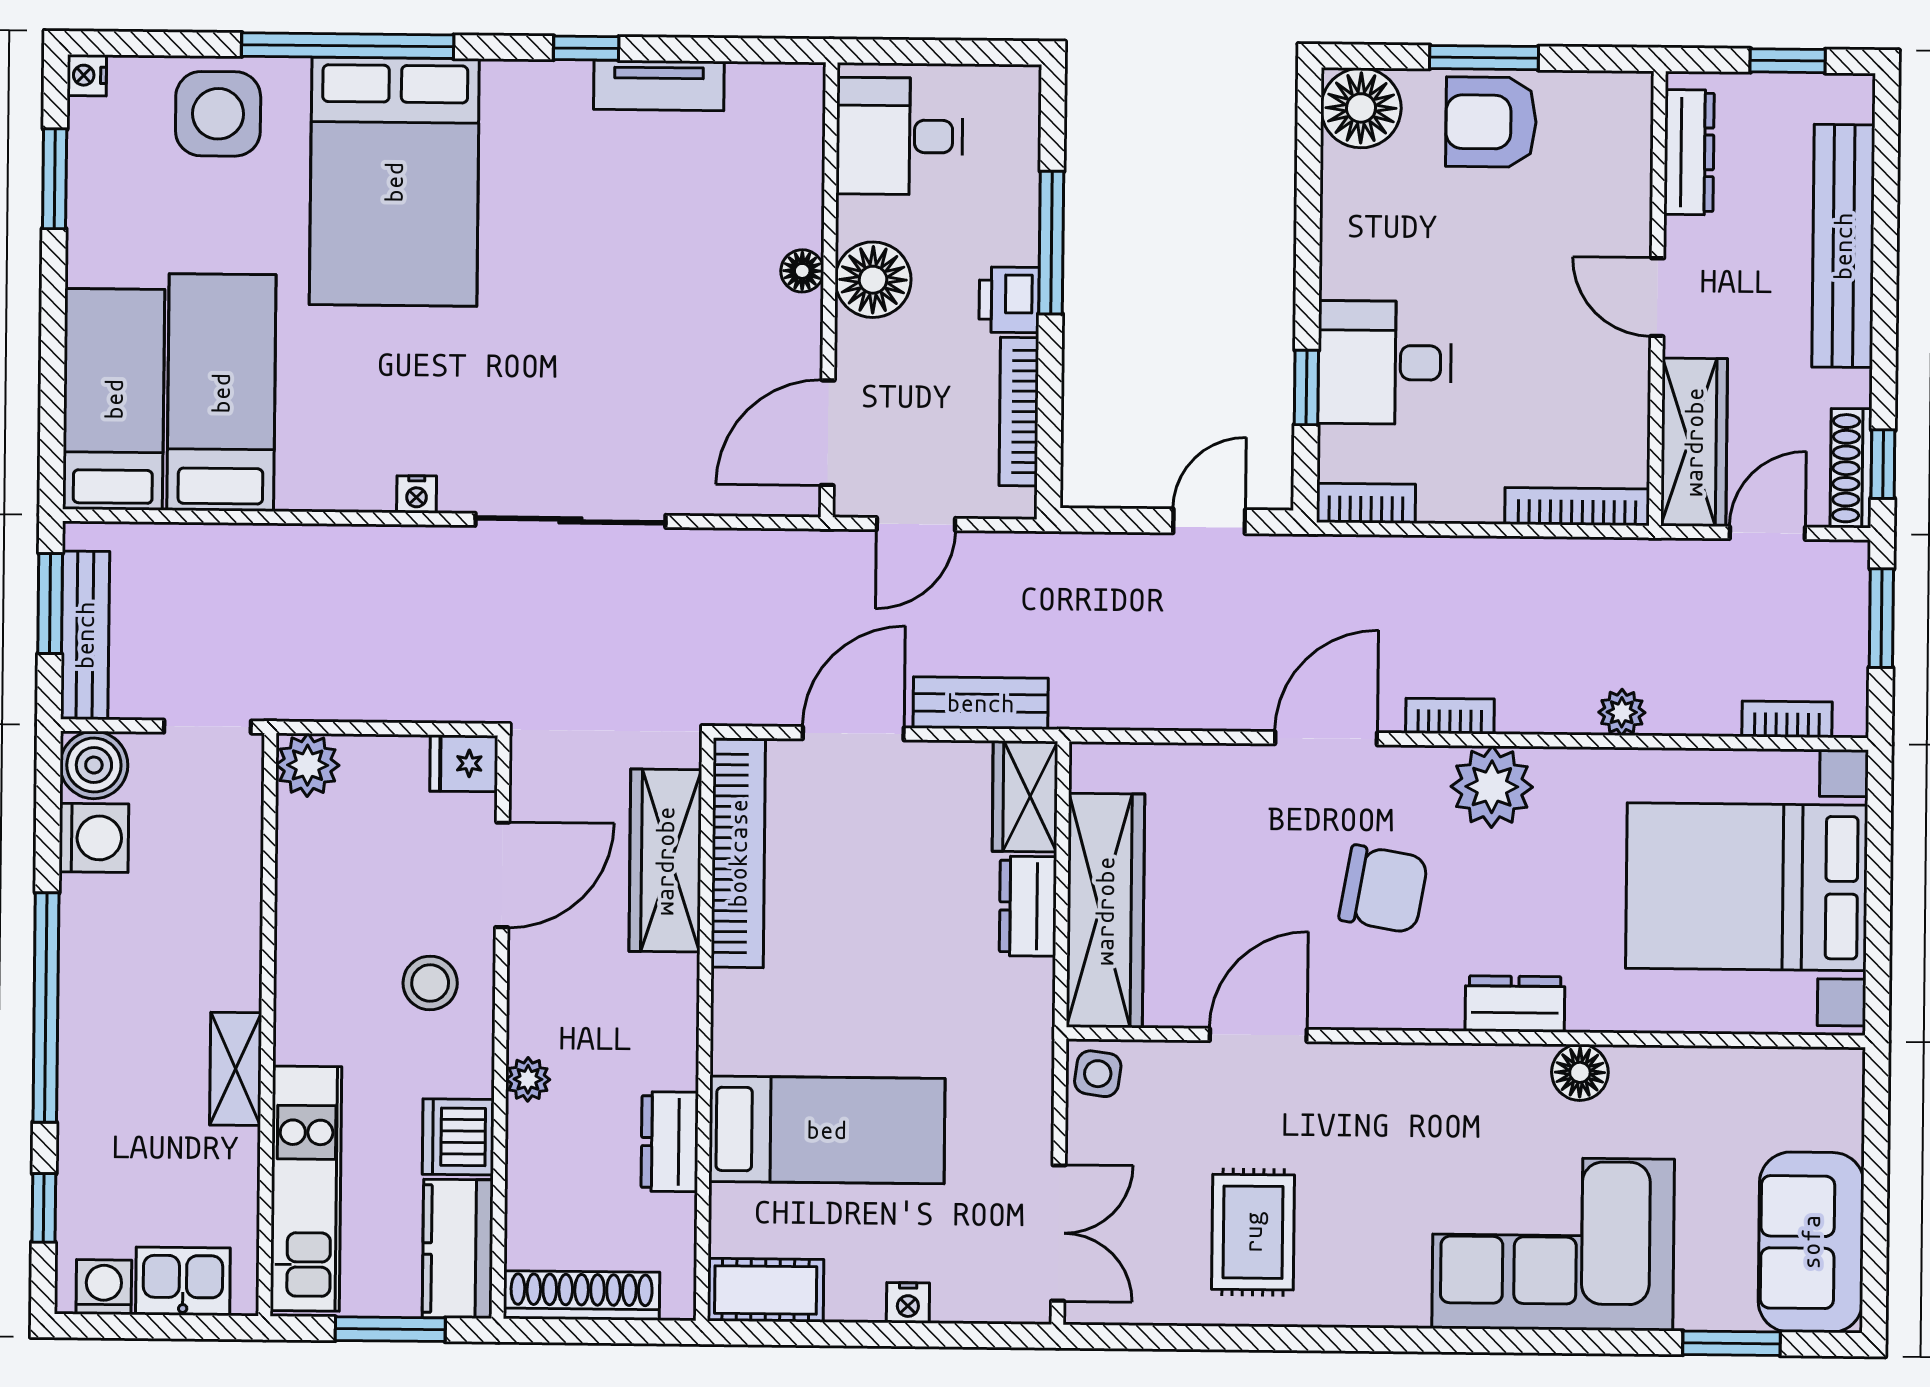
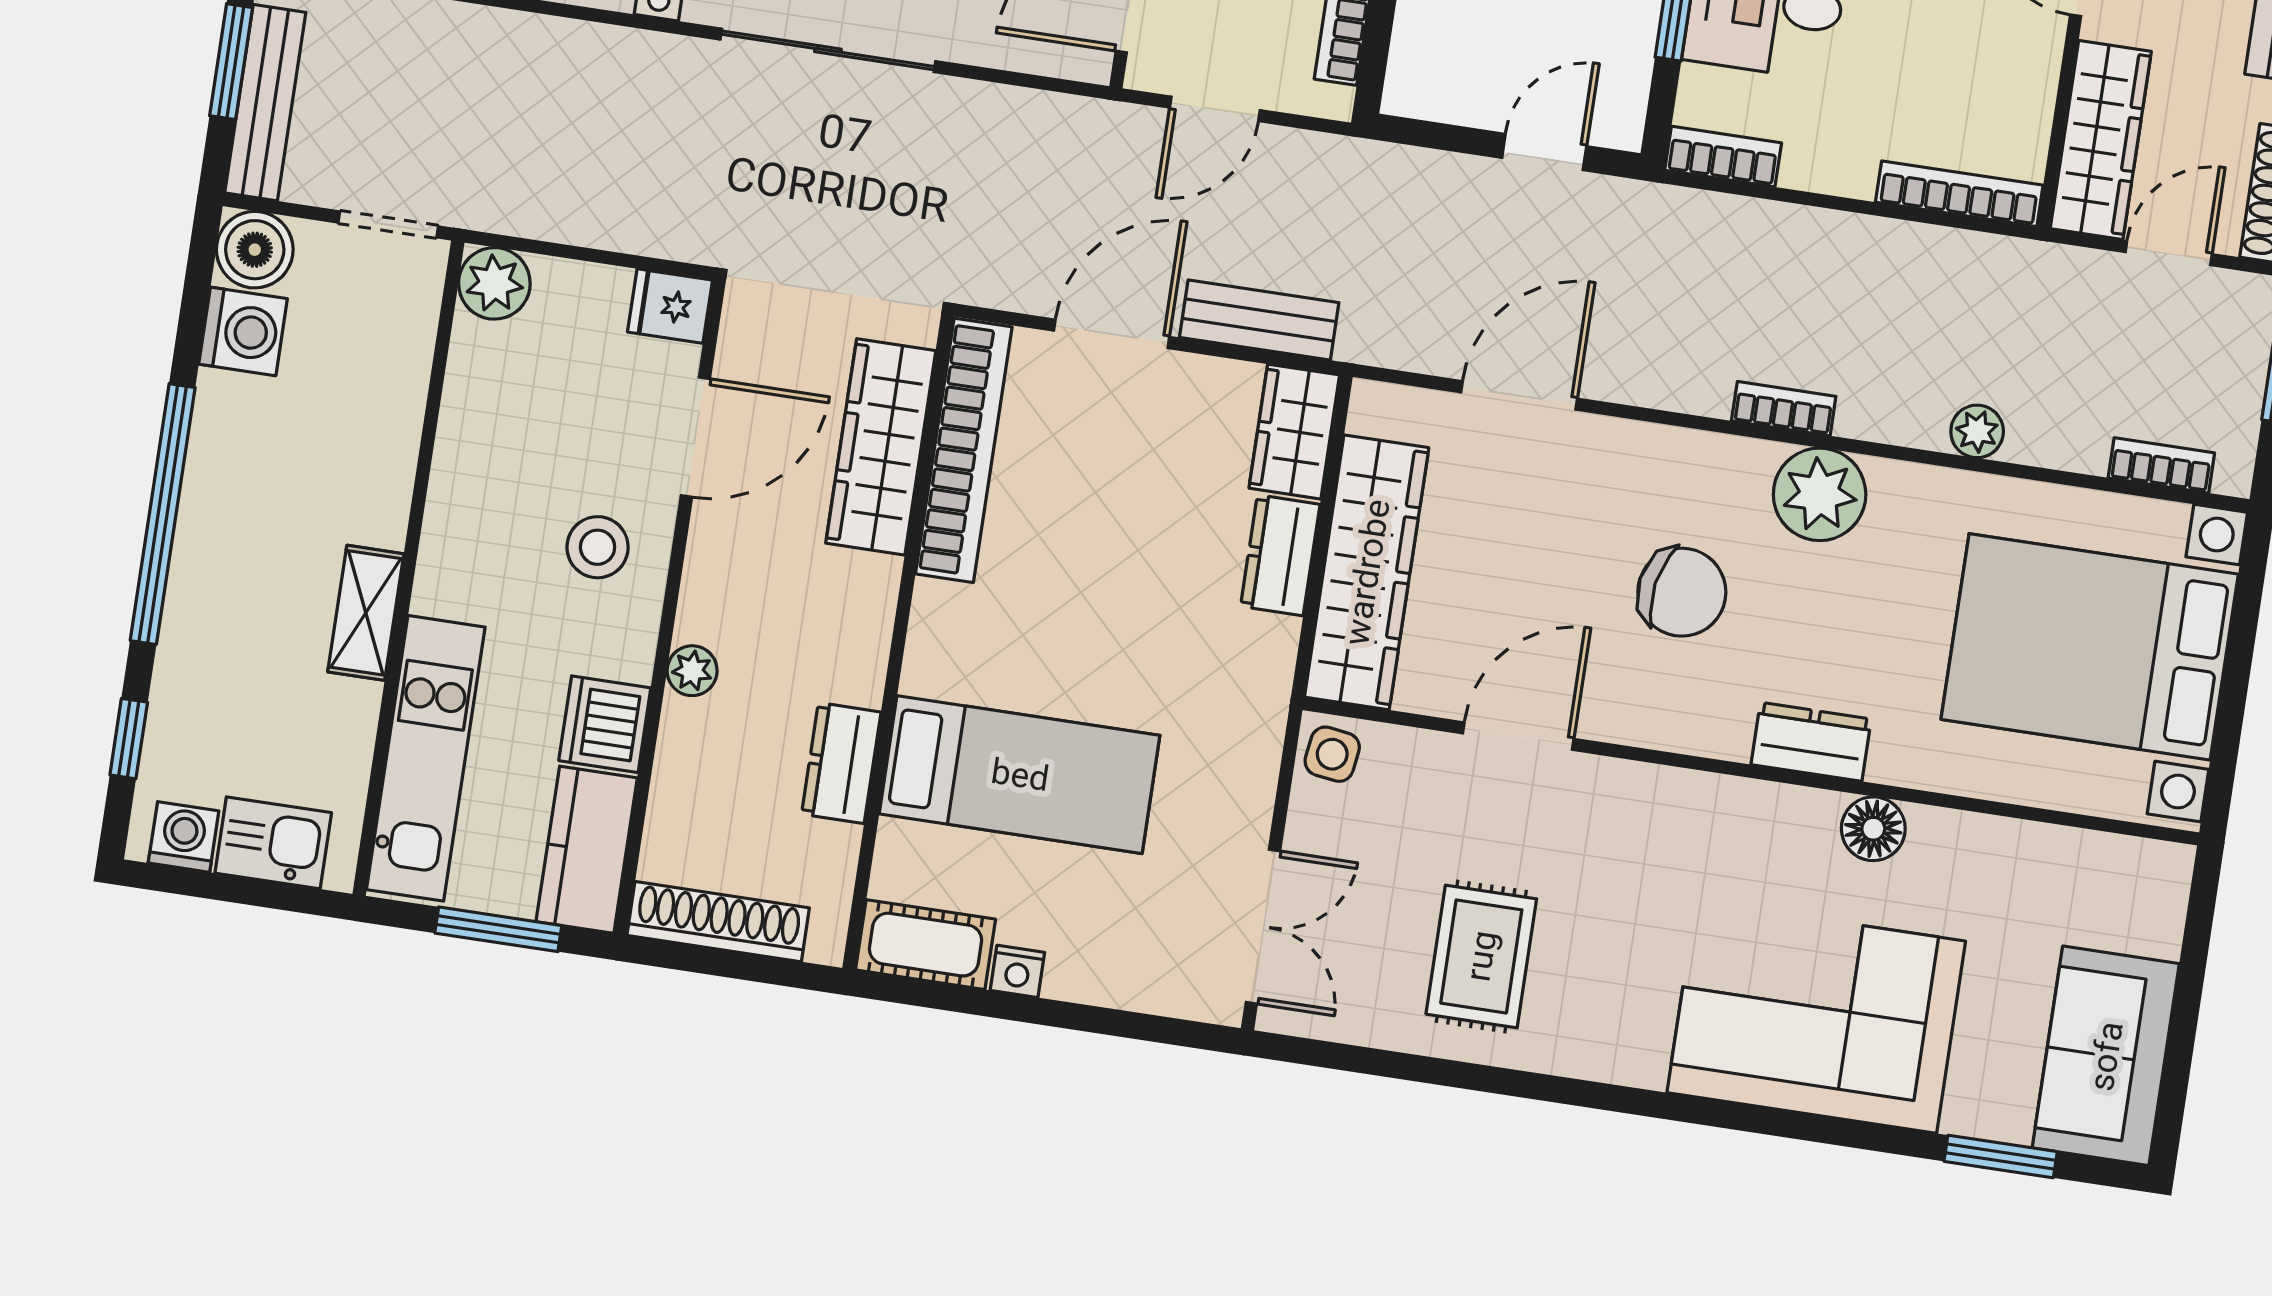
door: (1326, 738) -> (1519, 395), moved
nightstand: (908, 1303) -> (1017, 971), moved

